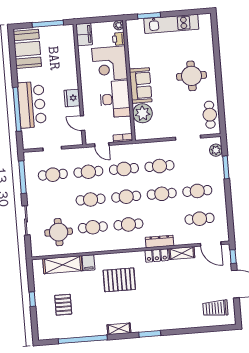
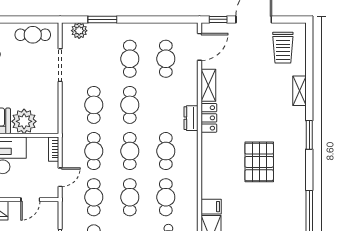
dresser: (160, 241) -> (191, 118), width x0.70
pallet: (119, 280) -> (259, 162), moved
shelving: (119, 329) -> (299, 91), moved

